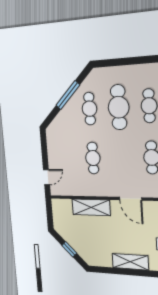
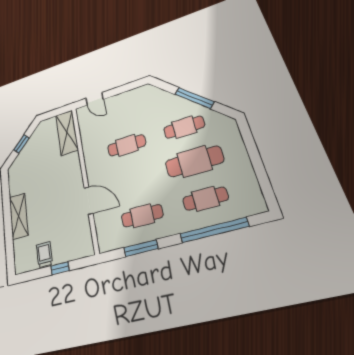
door: (130, 199) -> (89, 201), swing flipped
shelving: (91, 207) -> (67, 132), moved

